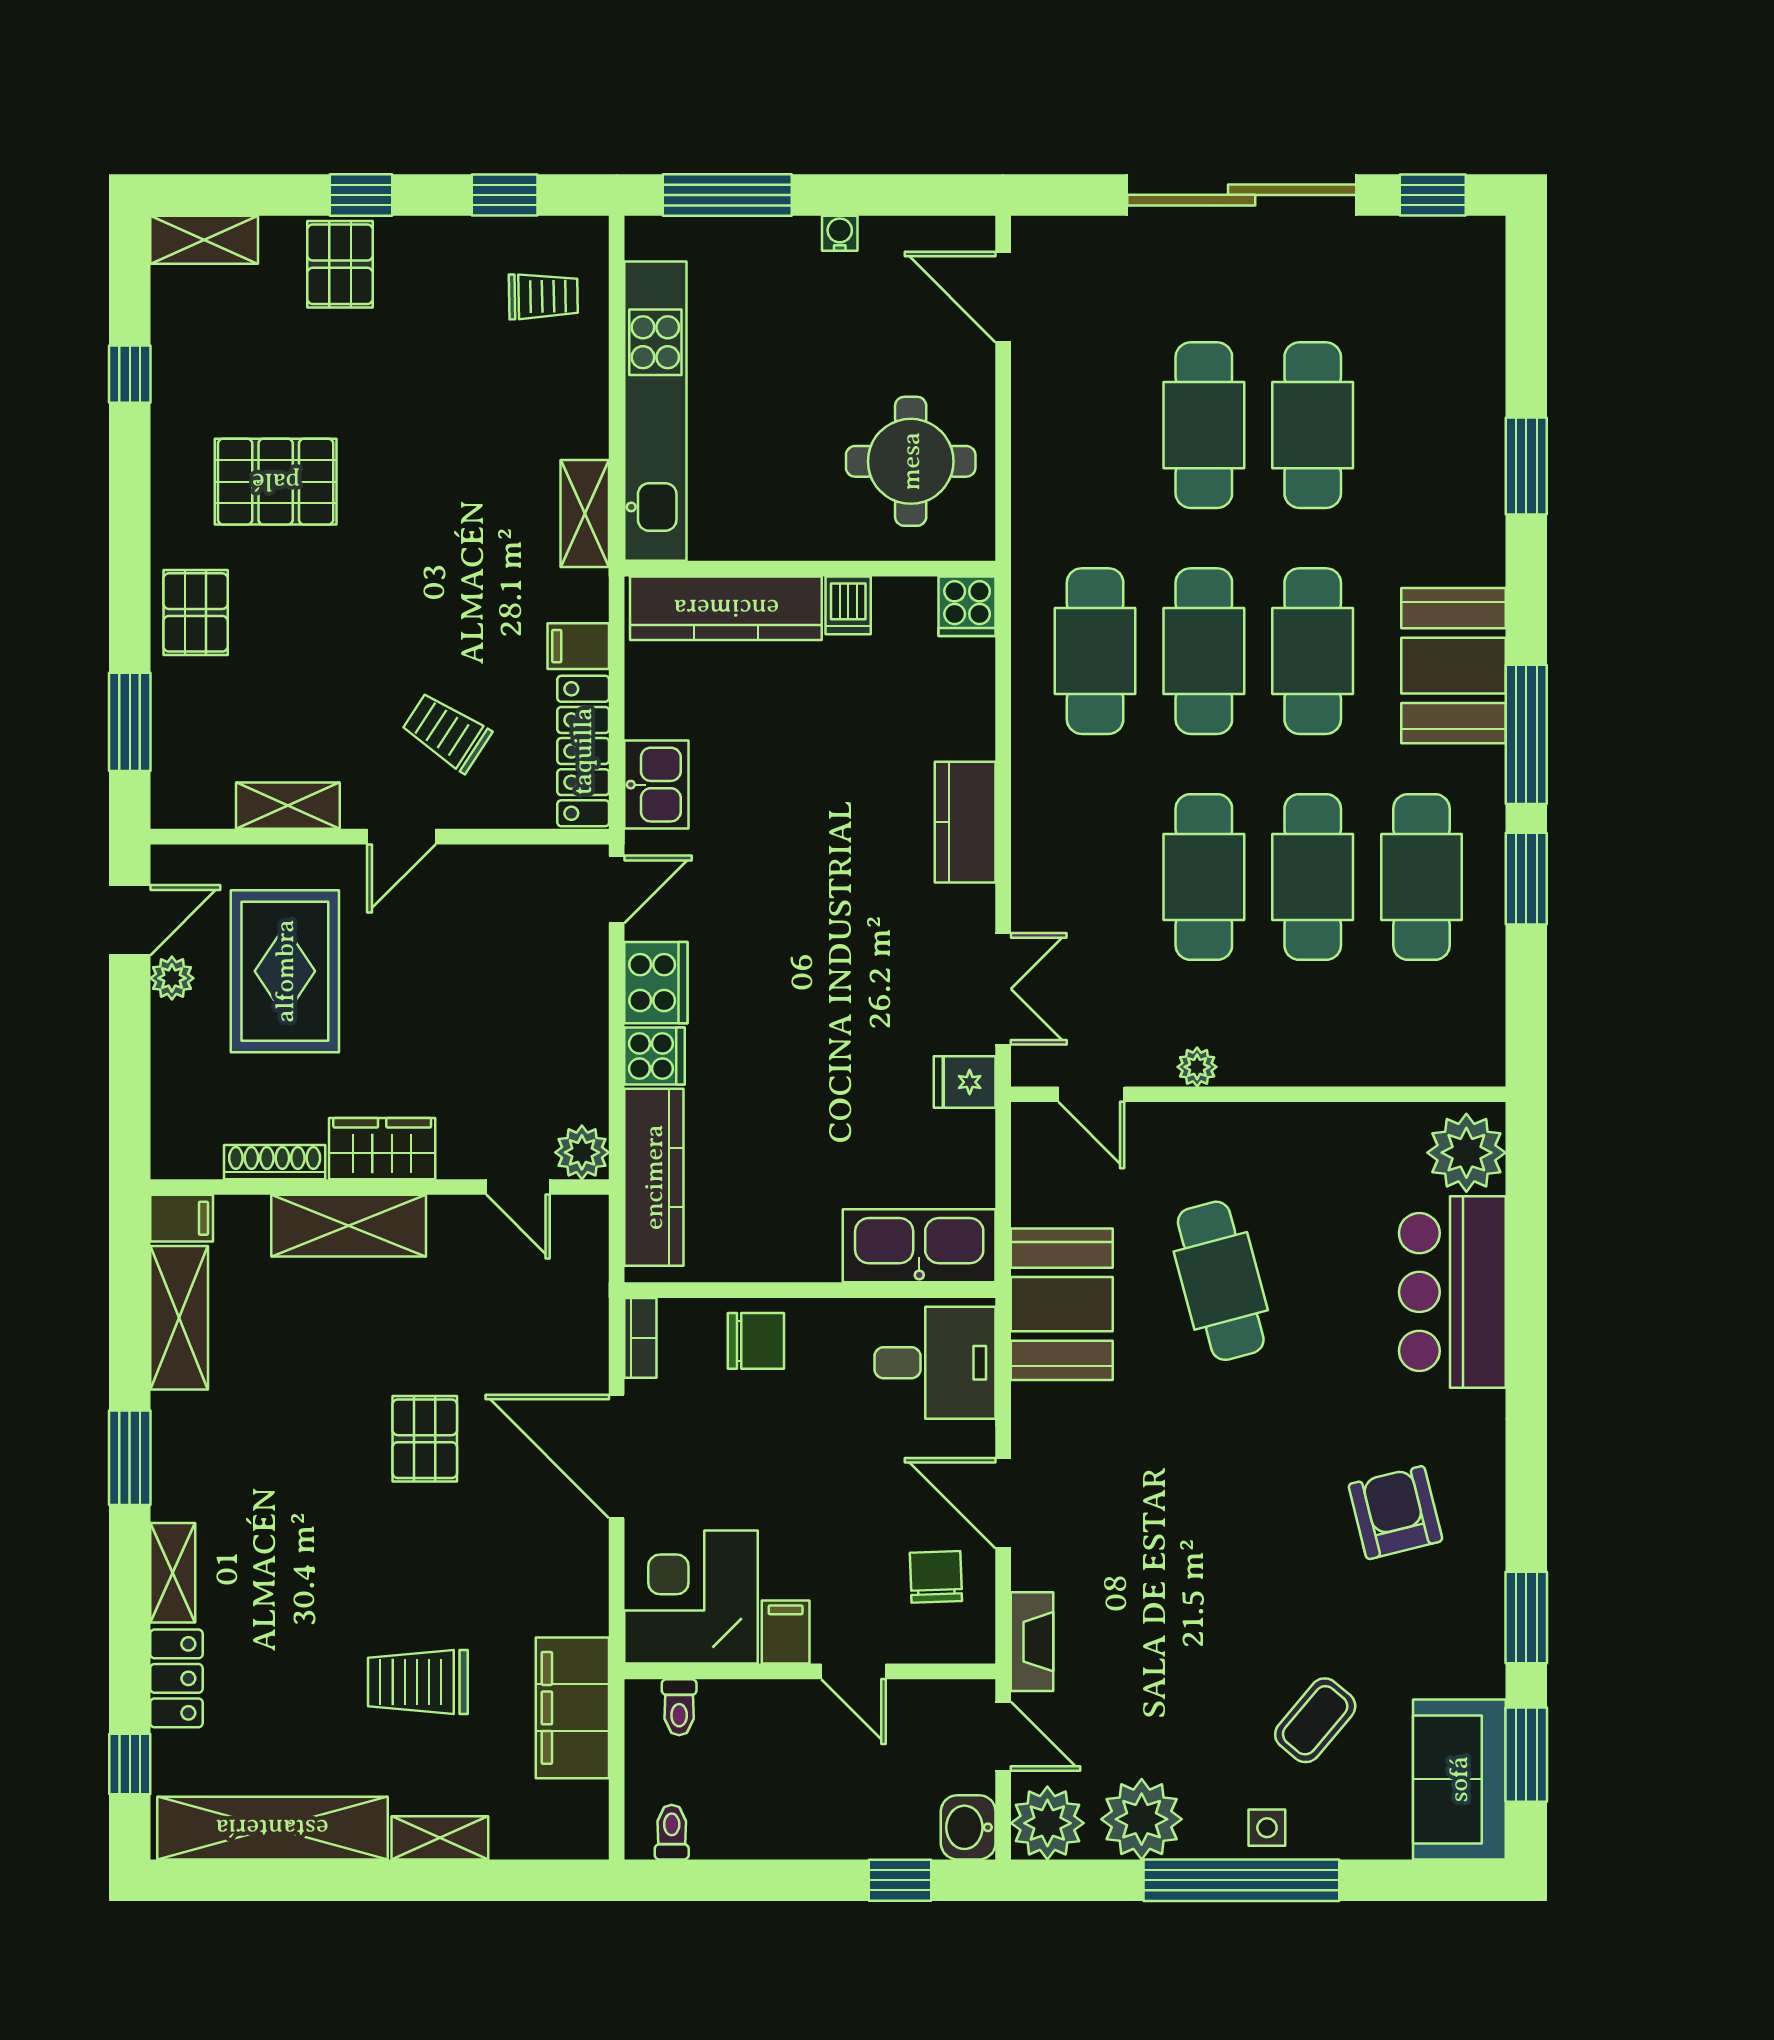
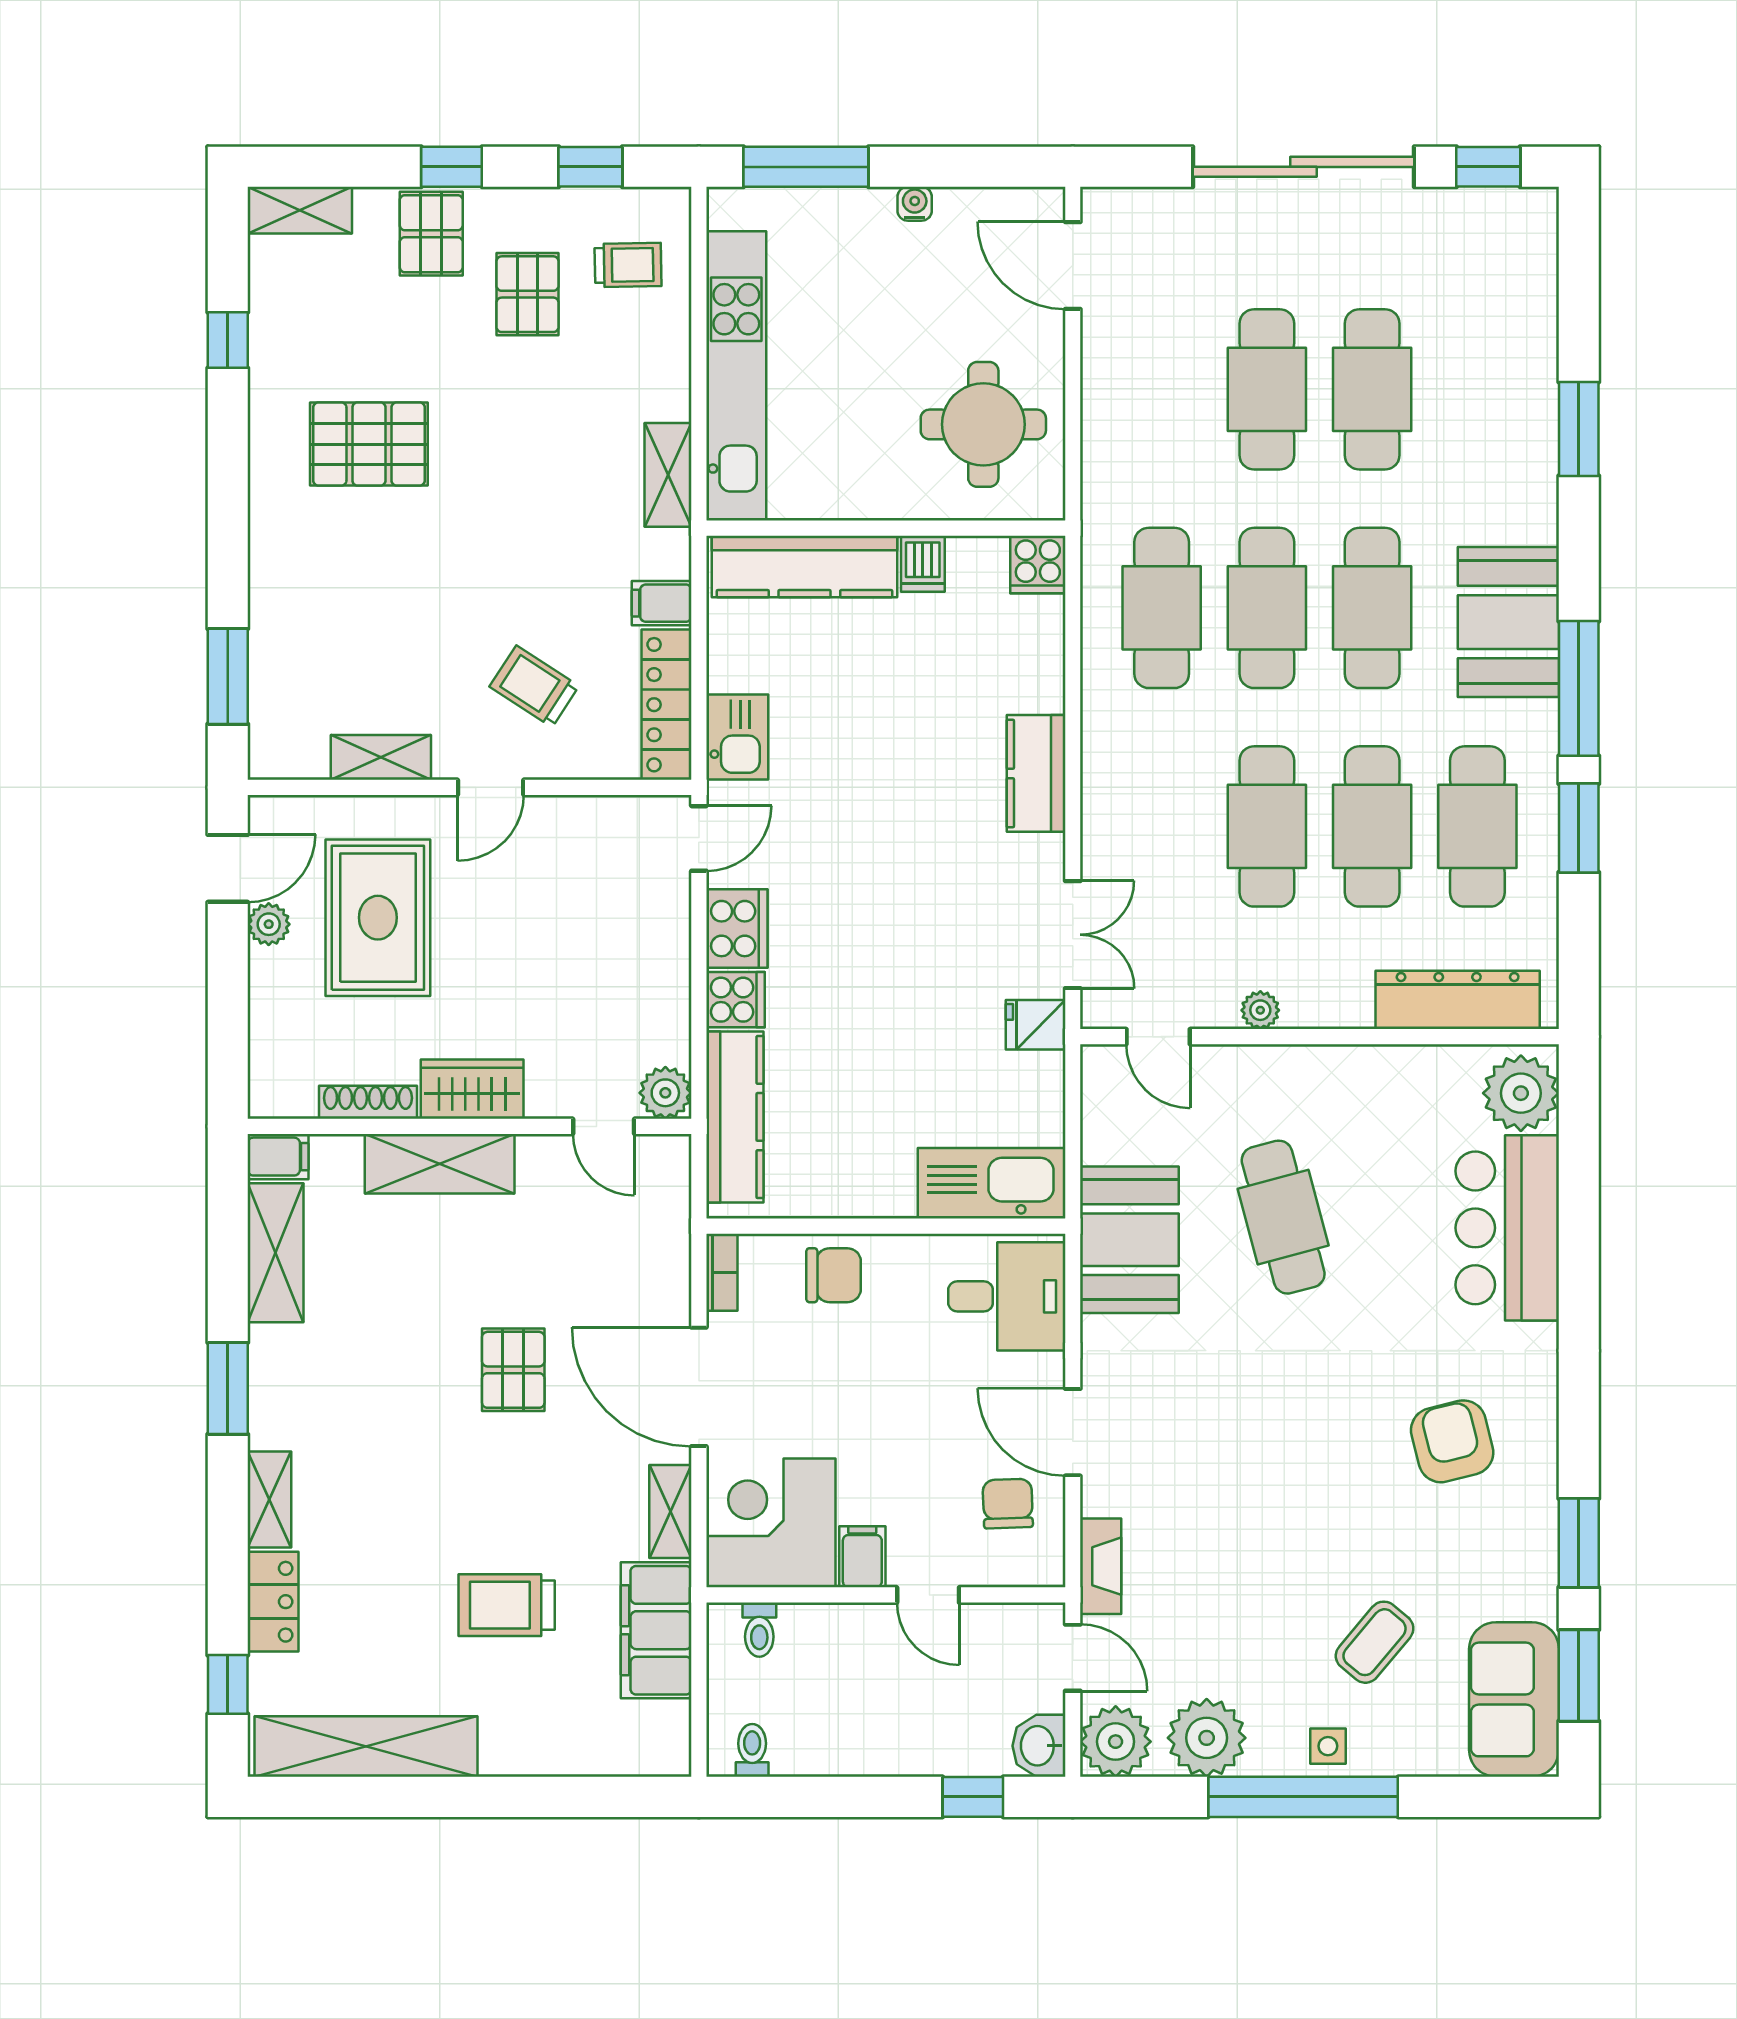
pallet: (196, 612) -> (528, 294), moved
dresser: (1401, 1056) -> (1458, 1000), added
shelving: (440, 1838) -> (670, 1512), moved, turned 90

